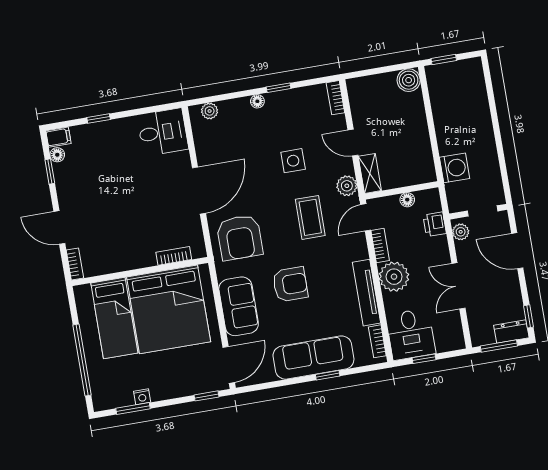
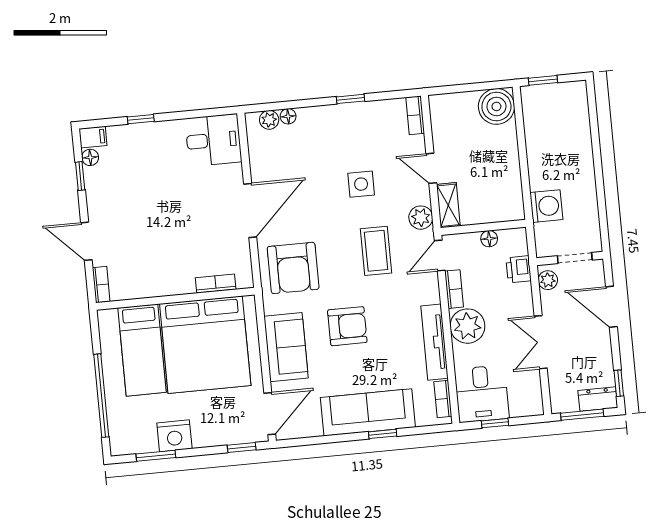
boiler: (409, 80) -> (496, 106), width x1.37, depth x1.37
floor lamp: (257, 101) -> (288, 116), moved
nightstand: (142, 397) -> (174, 436), width x1.89, depth x1.79

